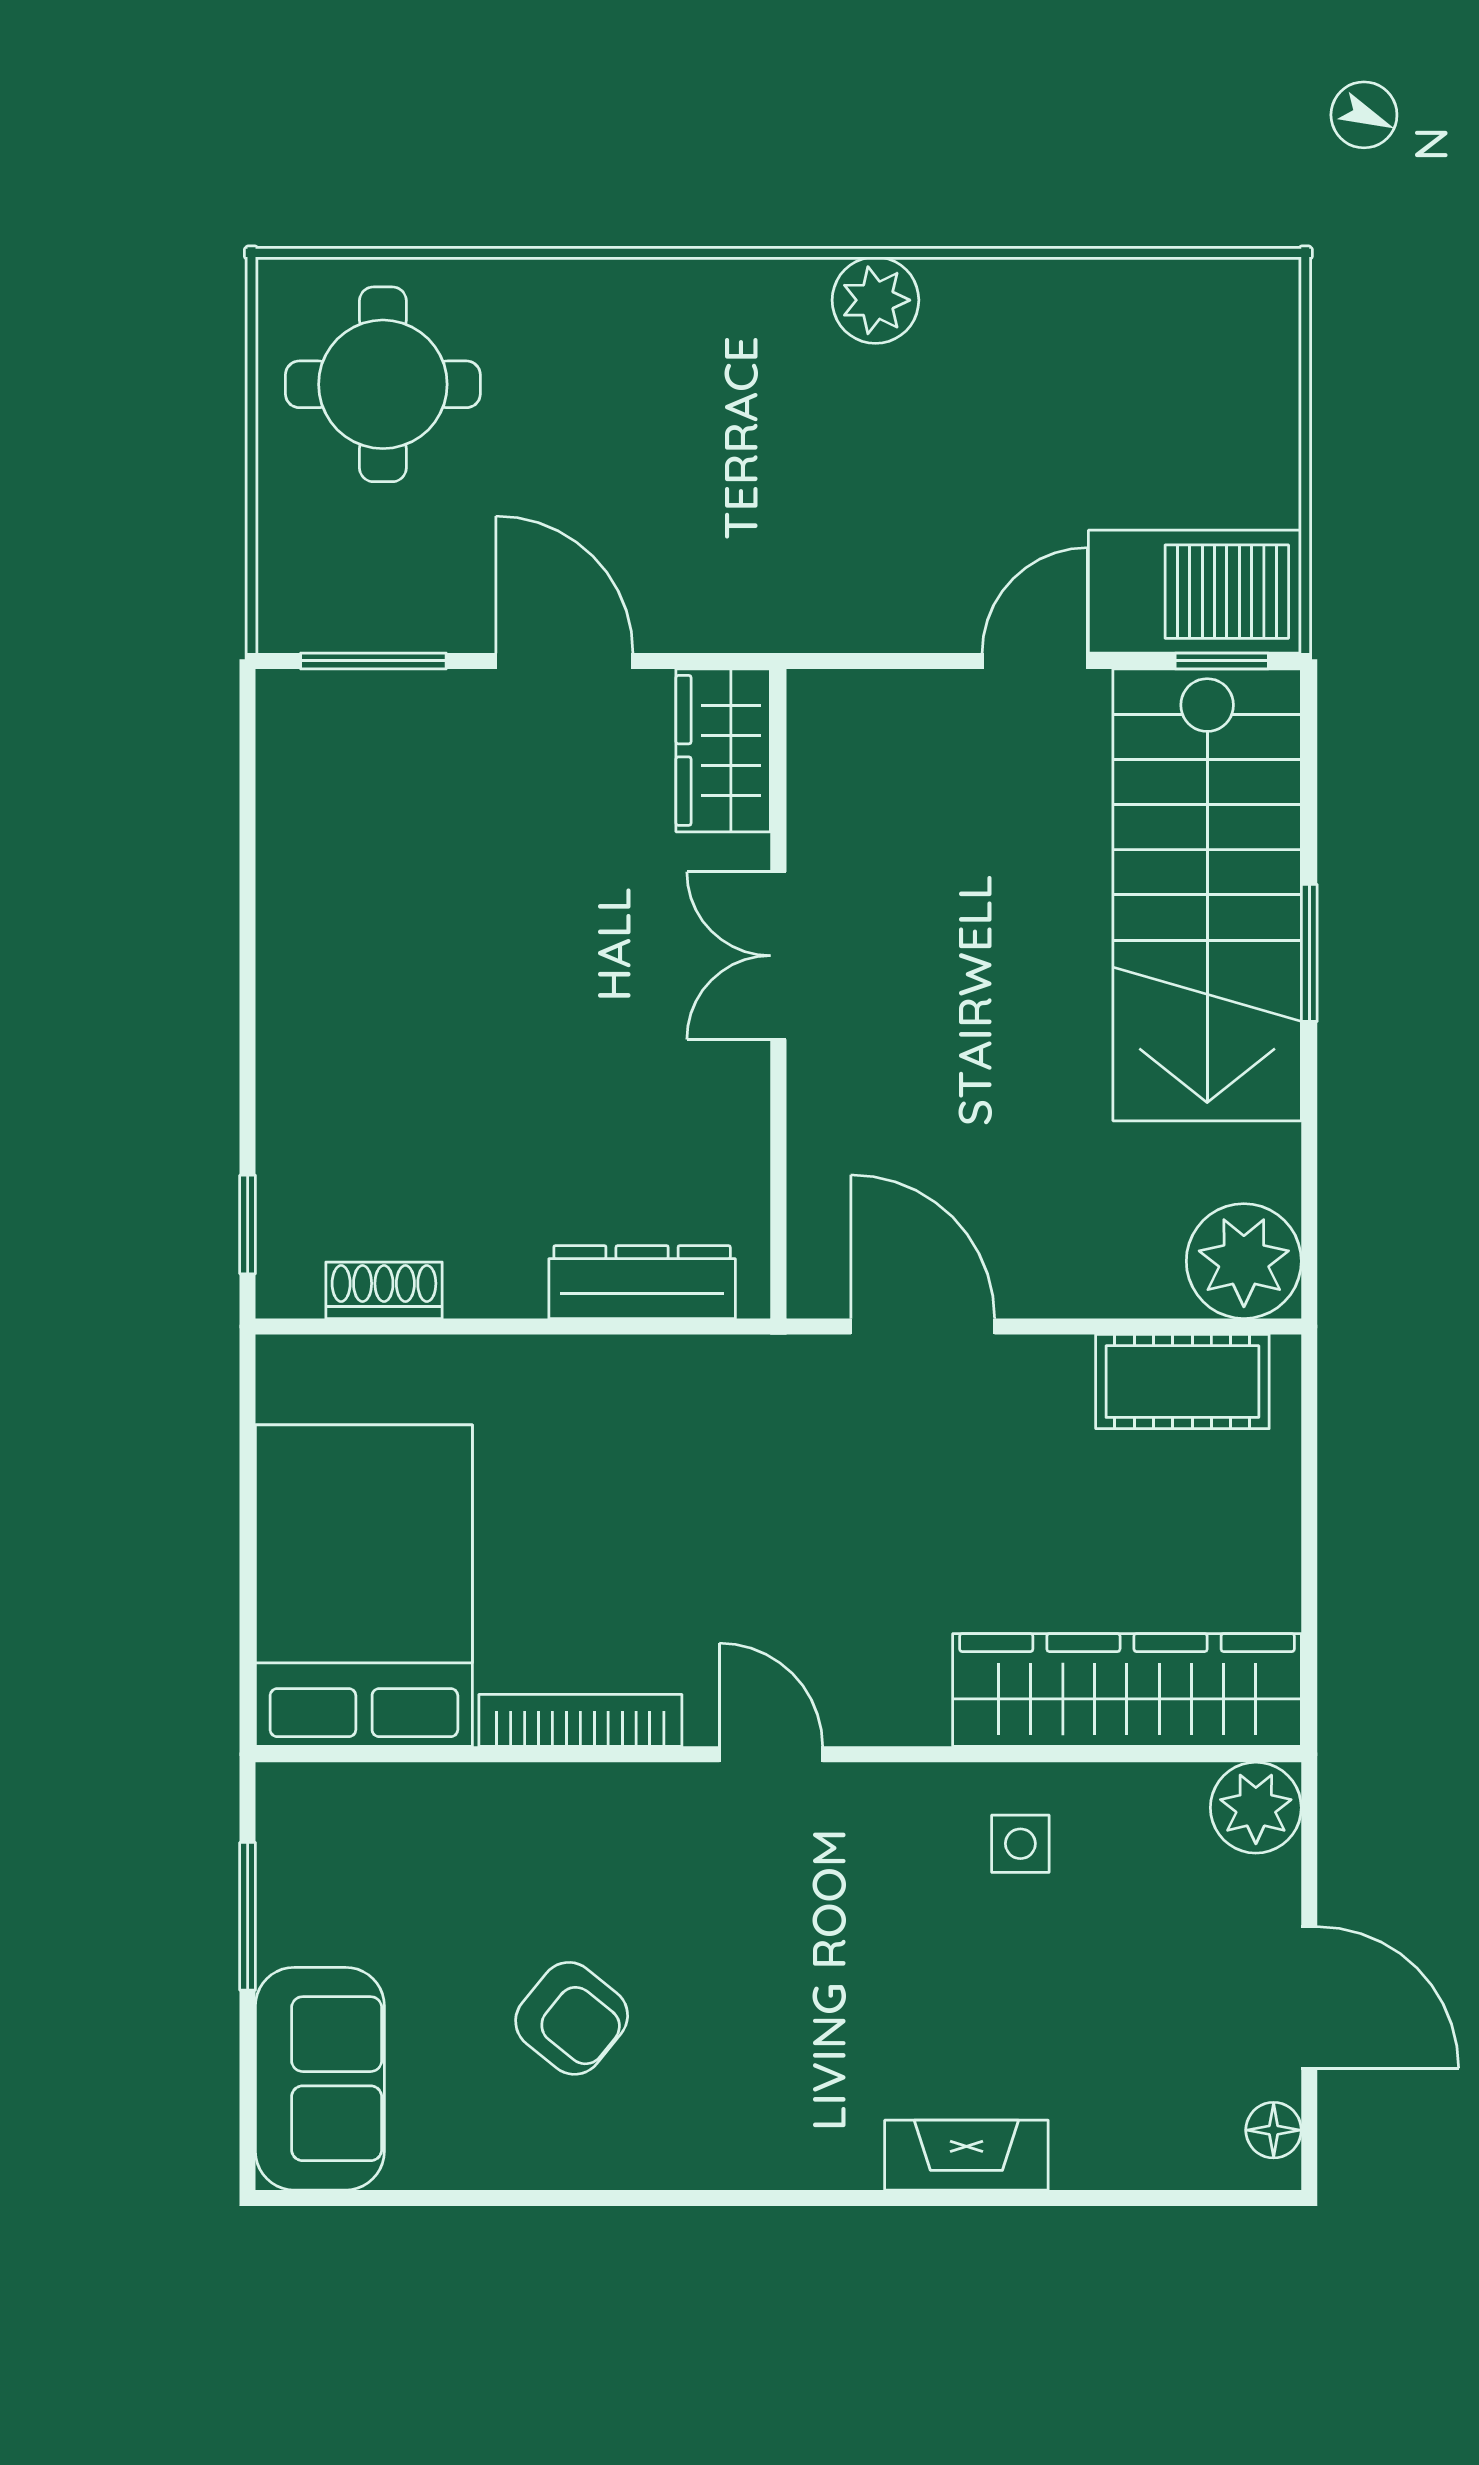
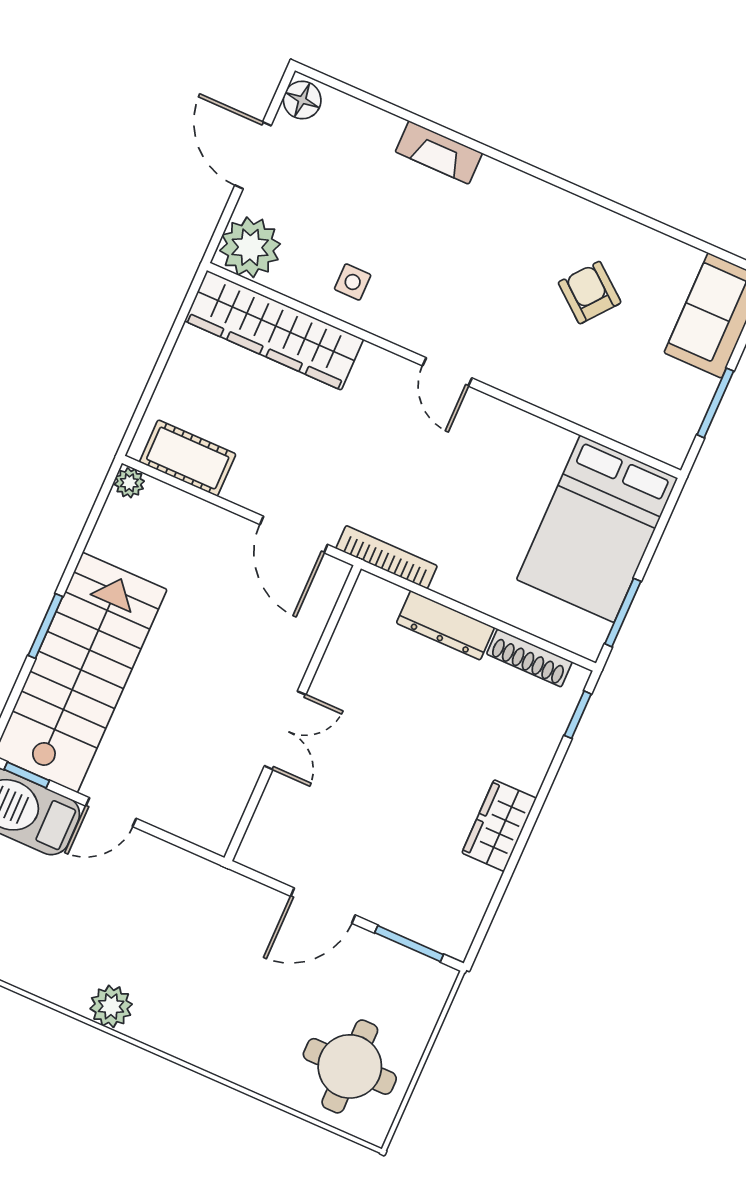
door: (564, 661) -> (323, 906), hinge flipped
wardrobe: (723, 750) -> (499, 826), moved, turned 180
plant: (1244, 1261) -> (129, 483), width x0.53, depth x0.53
dresser: (642, 1282) -> (445, 625), moved
shoe rack: (384, 1290) -> (529, 658), width x1.43
window: (248, 1451) -> (623, 613), added
bookcase: (580, 1720) -> (387, 557), moved, turned 180
plant: (1256, 1808) -> (250, 247), width x1.36, depth x1.36
floor lamp: (1274, 2130) -> (302, 100), width x1.37, depth x1.37

